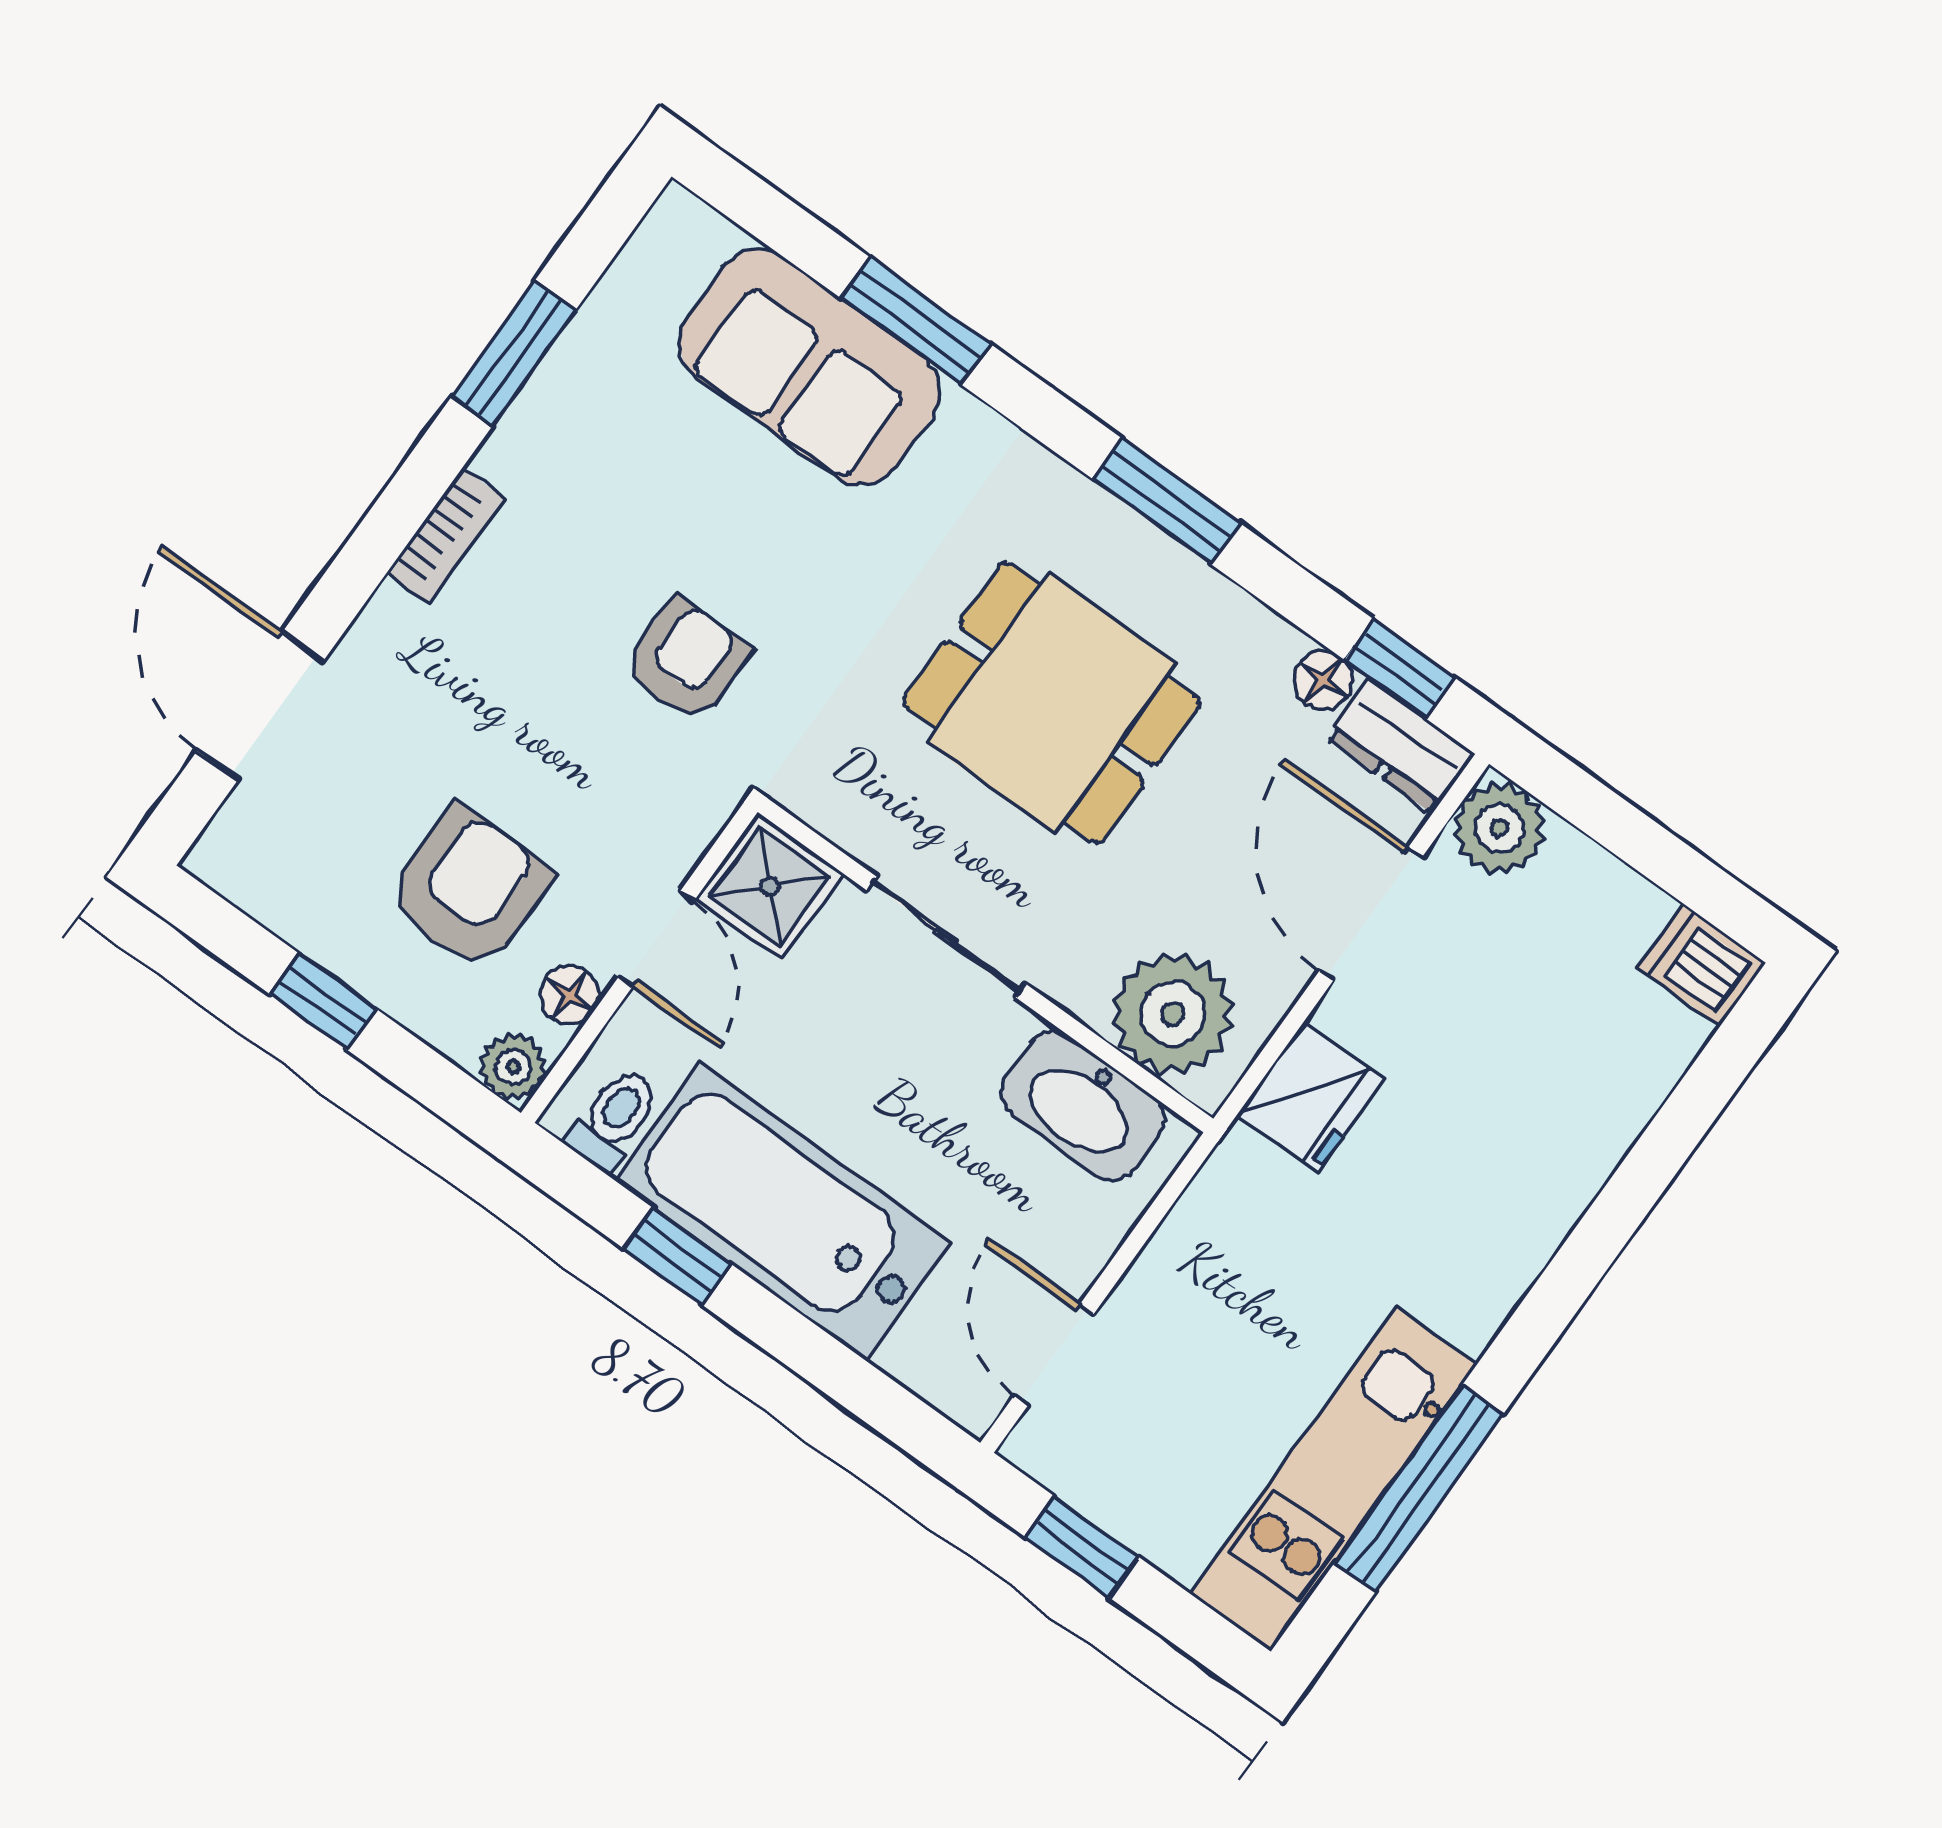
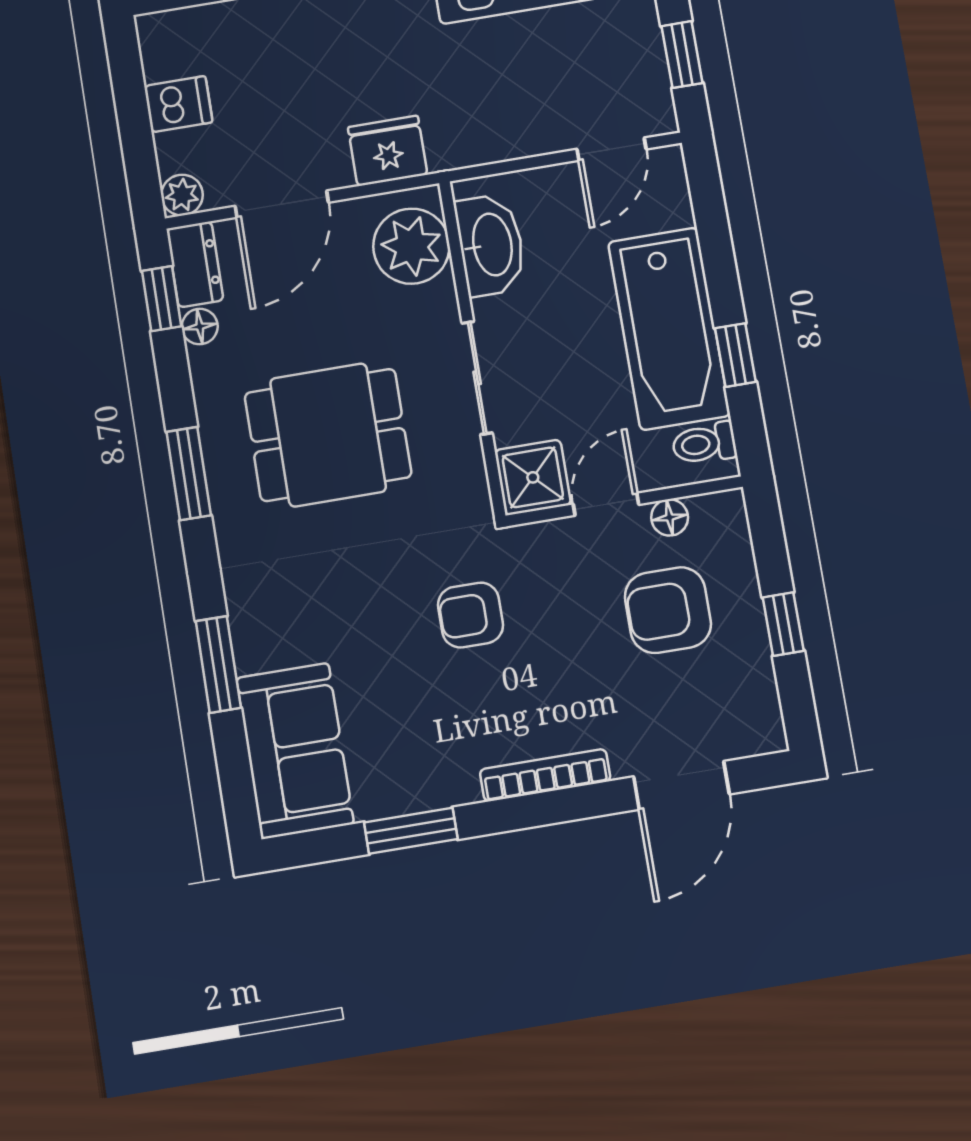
sofa: (810, 367) -> (295, 751), moved
bookcase: (445, 535) -> (545, 775), width x1.56
dining table: (1051, 703) -> (328, 435), turned 90
plant: (1499, 828) -> (182, 195), width x0.73, depth x0.73
dishwasher: (1702, 965) -> (178, 104), moved, turned -90
plant: (513, 1067) -> (726, 510), removed

